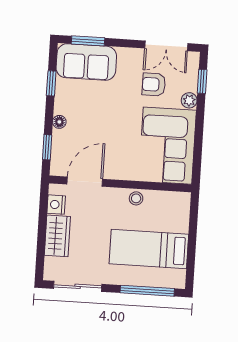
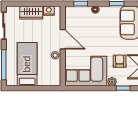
door: (85, 182) -> (63, 39), moved

